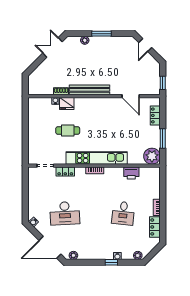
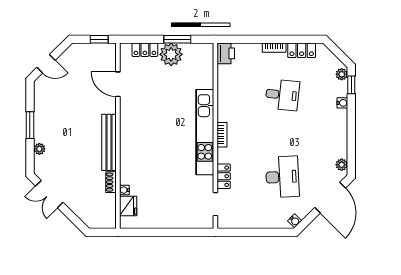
door: (131, 96) -> (118, 84), swing flipped
fridge: (67, 103) -> (128, 206), moved
cafe table: (68, 130) -> (166, 173), removed
plant: (152, 156) -> (171, 54), moved
printer: (131, 173) -> (226, 53), moved
window: (111, 262) -> (351, 85), moved

